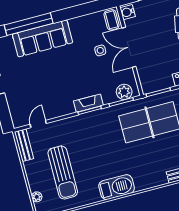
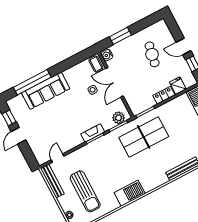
bench: (24, 145) -> (52, 181), width x1.36

